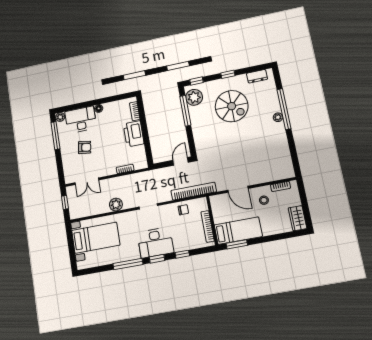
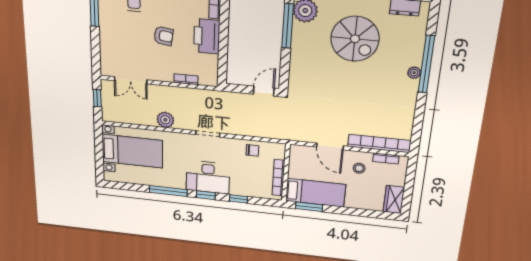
armchair: (85, 147) -> (163, 36), moved
bookcase: (194, 191) -> (379, 143), moved

